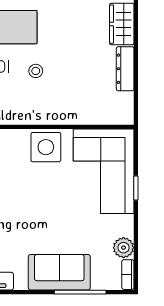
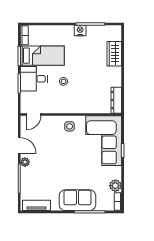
dresser: (125, 69) -> (116, 100), moved
side table: (46, 147) -> (70, 126), width x0.54, depth x0.54

